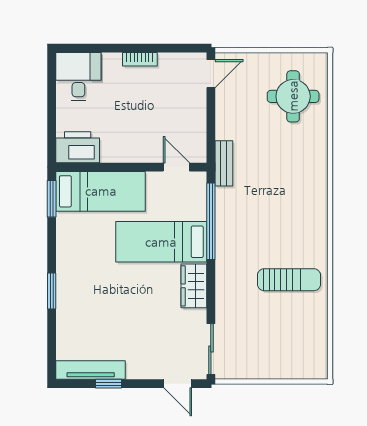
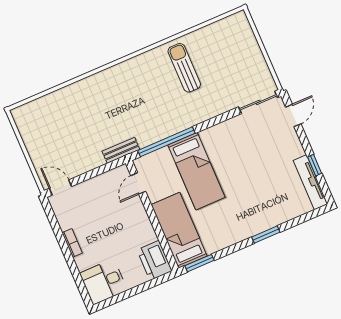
round table: (293, 96) -> (51, 122), removed
wardrobe: (194, 286) -> (218, 134), removed

